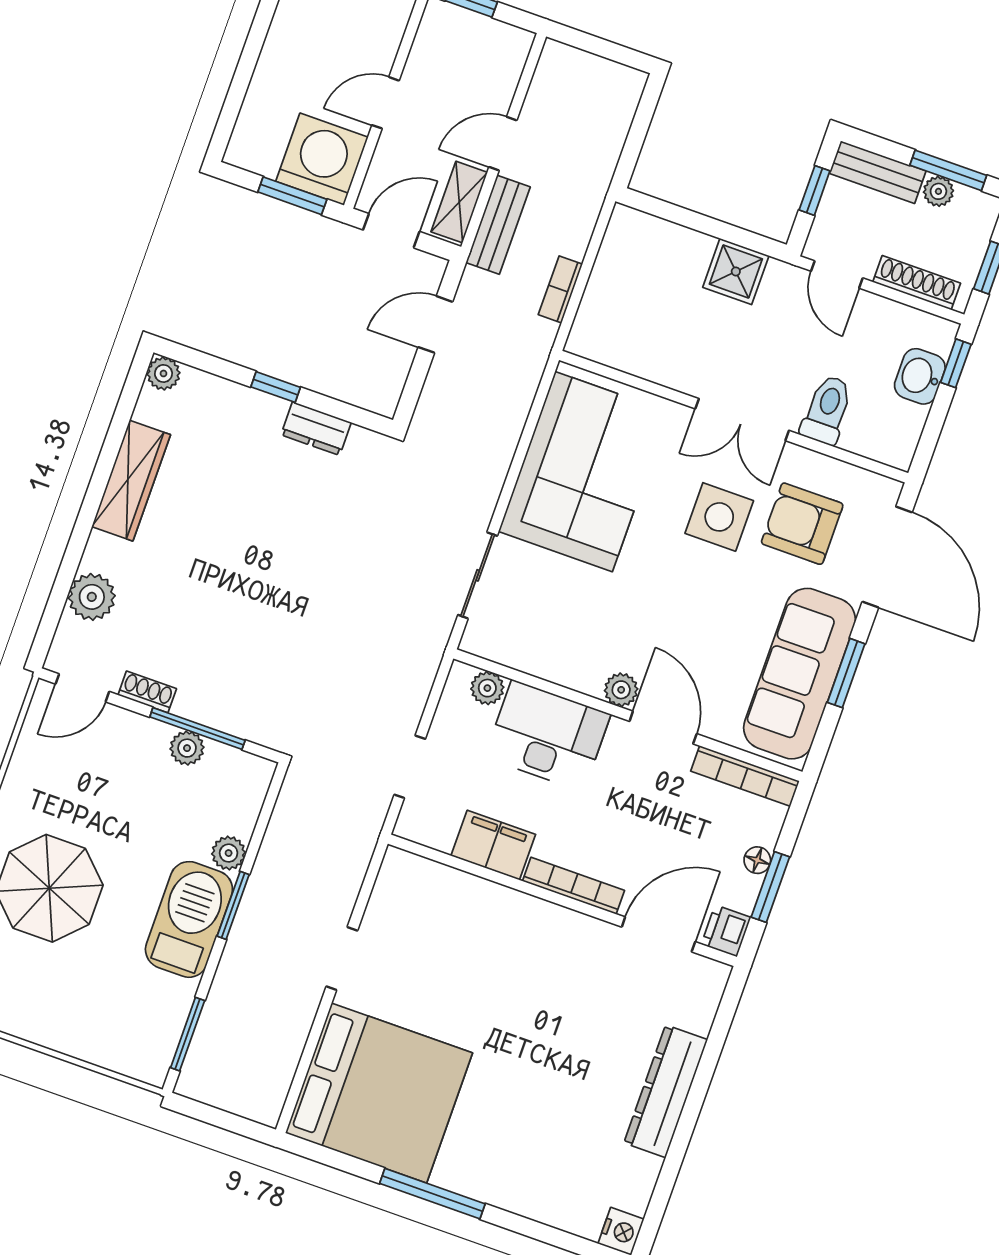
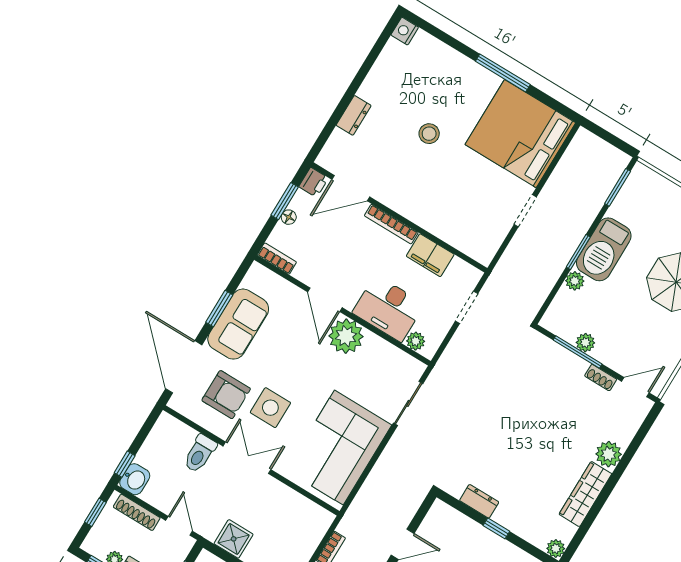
washbasin: (920, 376) -> (135, 479), moved
plant: (92, 597) -> (609, 454), moved
sofa: (799, 674) -> (238, 324), width x0.73
plant: (621, 690) -> (346, 336), width x1.88, depth x1.88
bookcase: (745, 776) -> (277, 259), width x0.64
stool: (540, 1059) -> (429, 134), added
dresser: (666, 1091) -> (354, 115), width x0.51, depth x0.80

